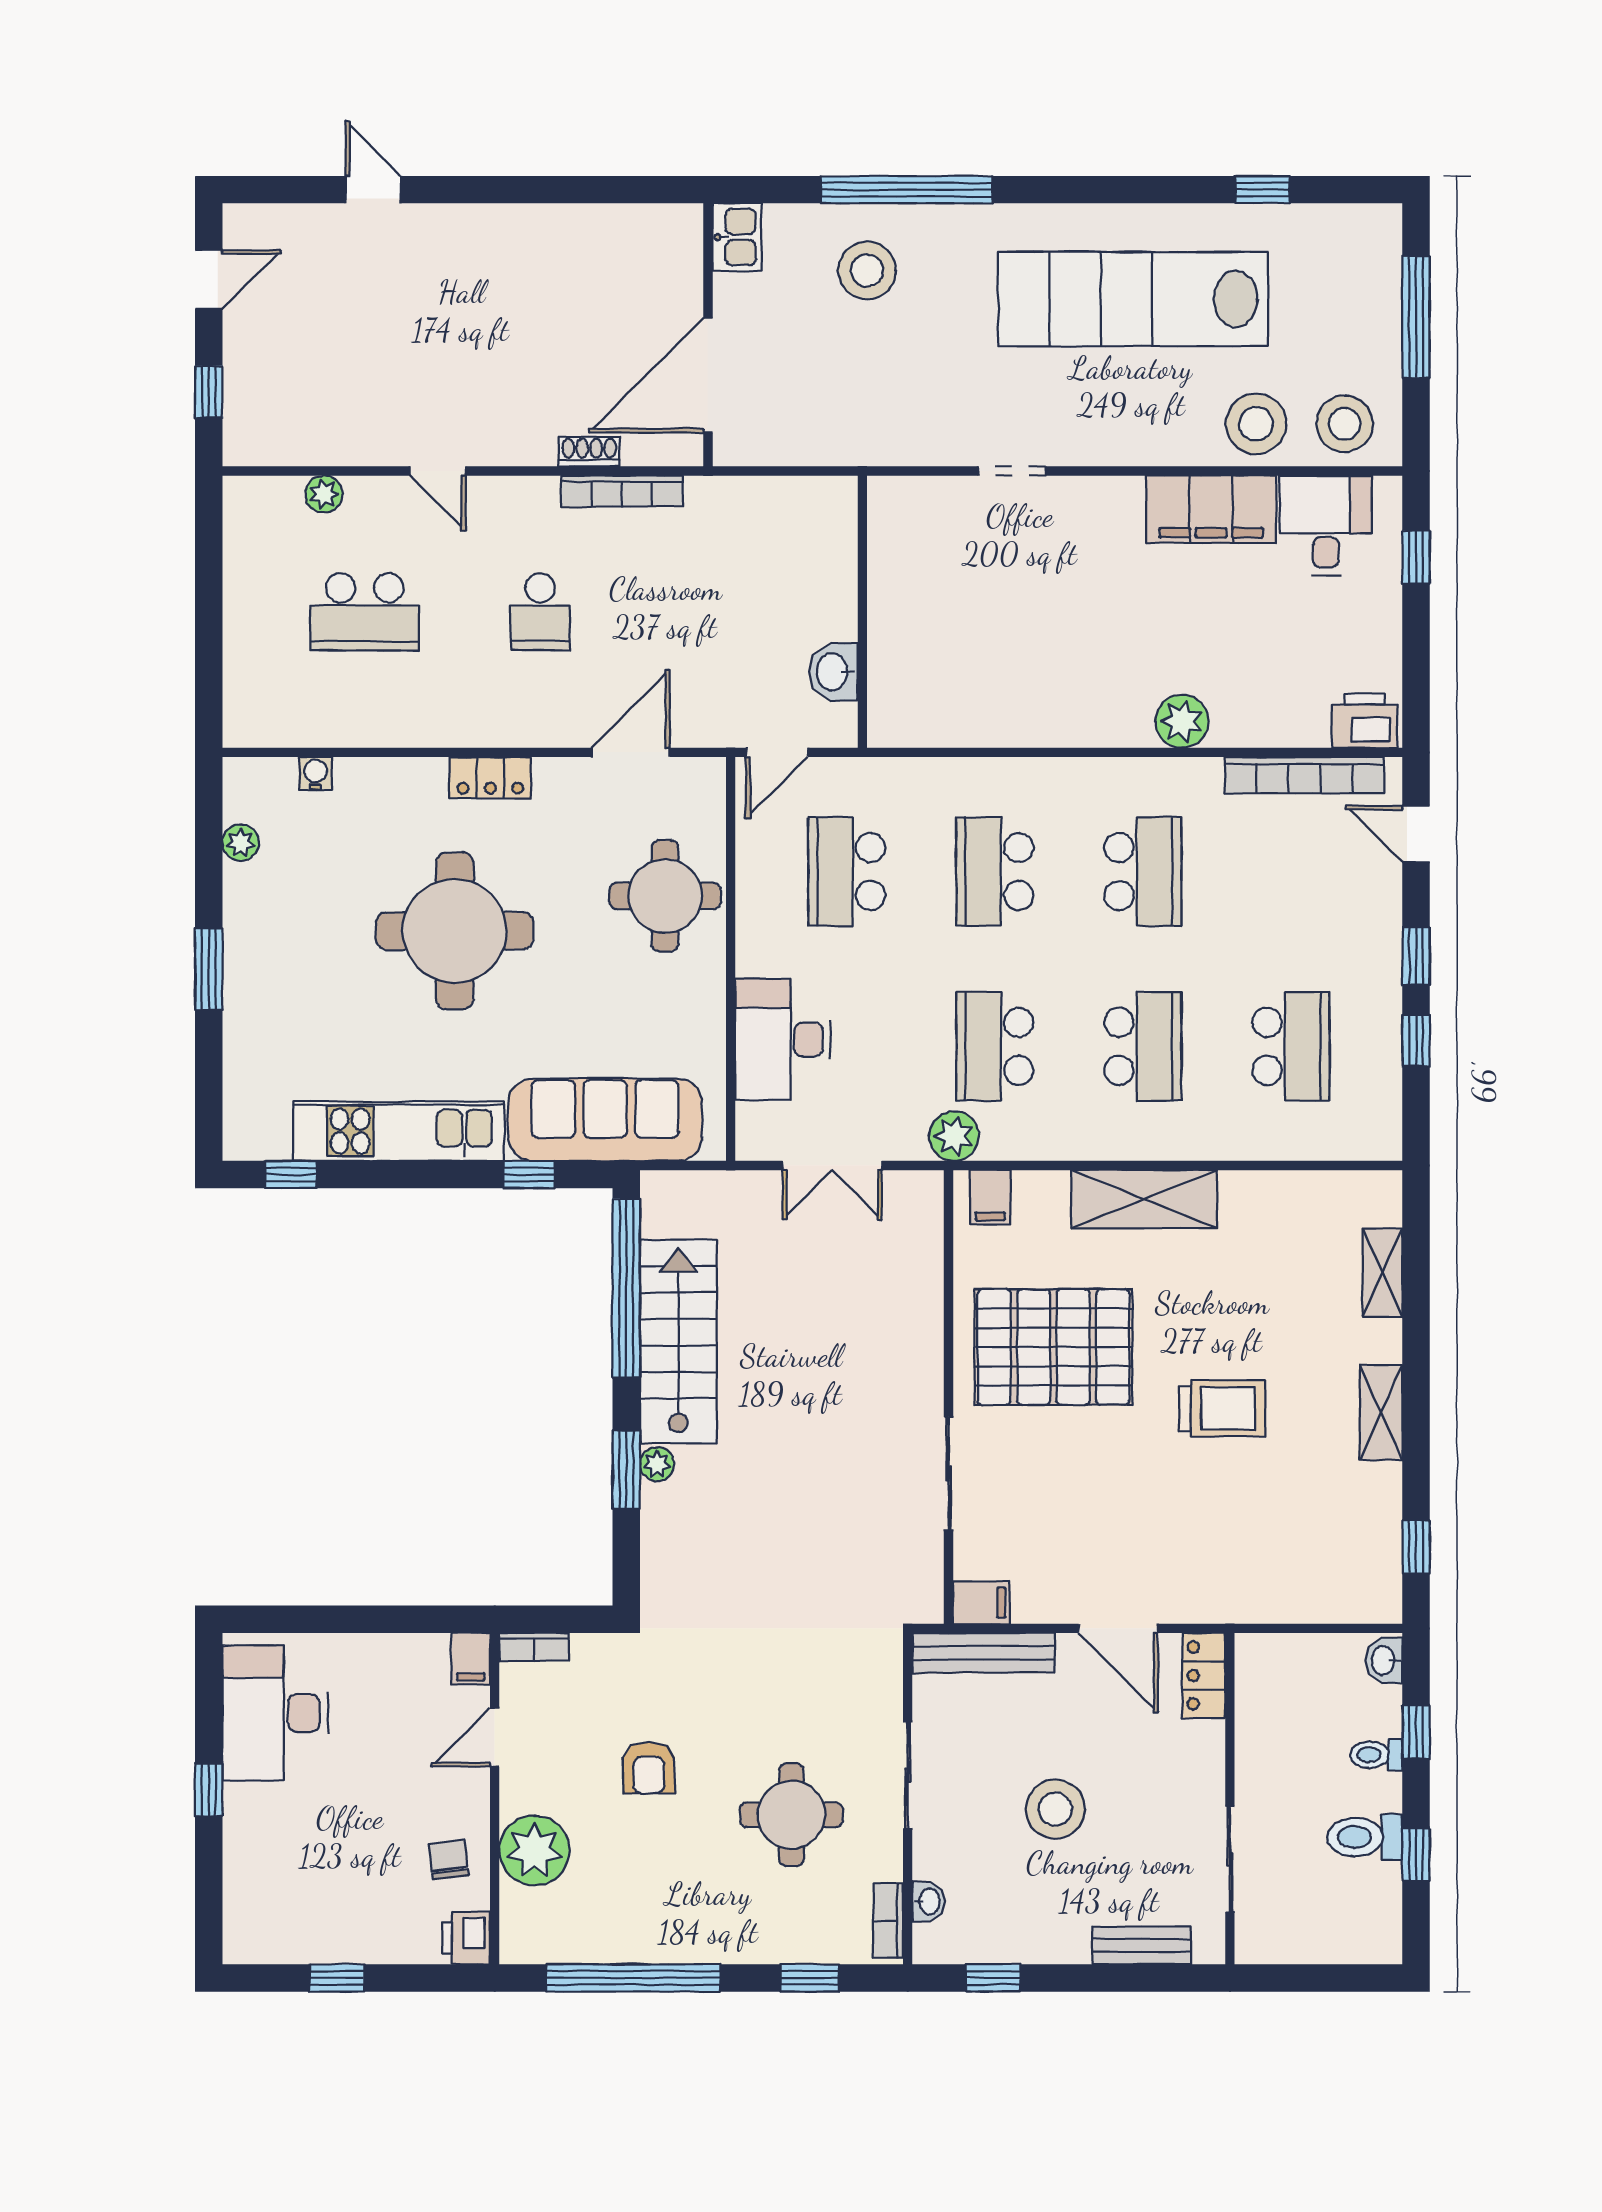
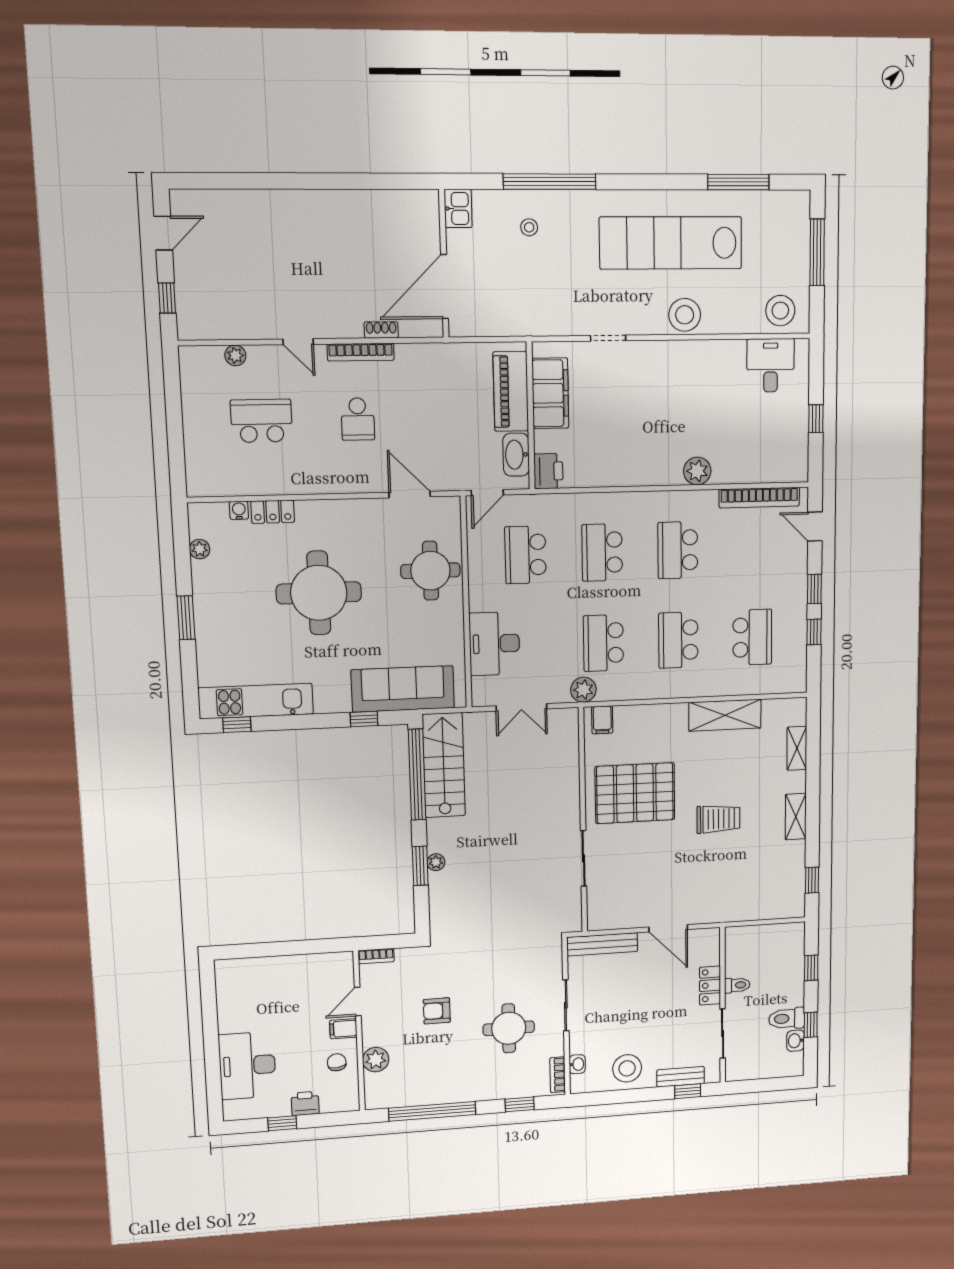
door: (373, 190) -> (254, 181), removed
window: (1263, 190) -> (738, 182), width x2.17
stool: (867, 270) -> (529, 227), width x0.53, depth x0.53
stool: (1256, 424) -> (685, 315), moved
bookcase: (622, 491) -> (361, 352), moved
filing cabinet: (1211, 509) -> (550, 393), moved, turned -90
window: (1416, 557) -> (816, 419), moved
piano: (826, 566) -> (511, 391), added
school desk: (365, 612) -> (261, 421), turned 180
washbasin: (833, 672) -> (516, 455), width x1.38
printer: (1365, 721) -> (548, 471), moved, turned 90
door: (631, 752) -> (410, 495), hinge flipped
locker: (490, 778) -> (273, 512), moved
school desk: (1143, 872) -> (678, 550), turned 180
school desk: (1143, 1046) -> (678, 640), turned 180
kitchen unit: (399, 1131) -> (256, 701), moved
shelving: (1144, 1199) -> (725, 715), moved
stairs: (678, 1341) -> (444, 765), moved
filing cabinet: (981, 1603) -> (601, 920), removed
filing cabinet: (471, 1659) -> (343, 1029), moved, turned 90
washbasin: (1384, 1661) -> (796, 1041), moved
locker: (1204, 1676) -> (710, 985), moved
desk: (275, 1713) -> (247, 1065), moved
toilet: (1376, 1755) -> (737, 985), moved, turned 180
armchair: (649, 1768) -> (437, 1011), turned 90
window: (209, 1790) -> (211, 1037), removed
stool: (1055, 1809) -> (627, 1068), moved
plant: (534, 1851) -> (376, 1060), width x0.73, depth x0.73
printer: (466, 1938) -> (305, 1103), moved, turned 90
window: (993, 1978) -> (688, 1091), moved

